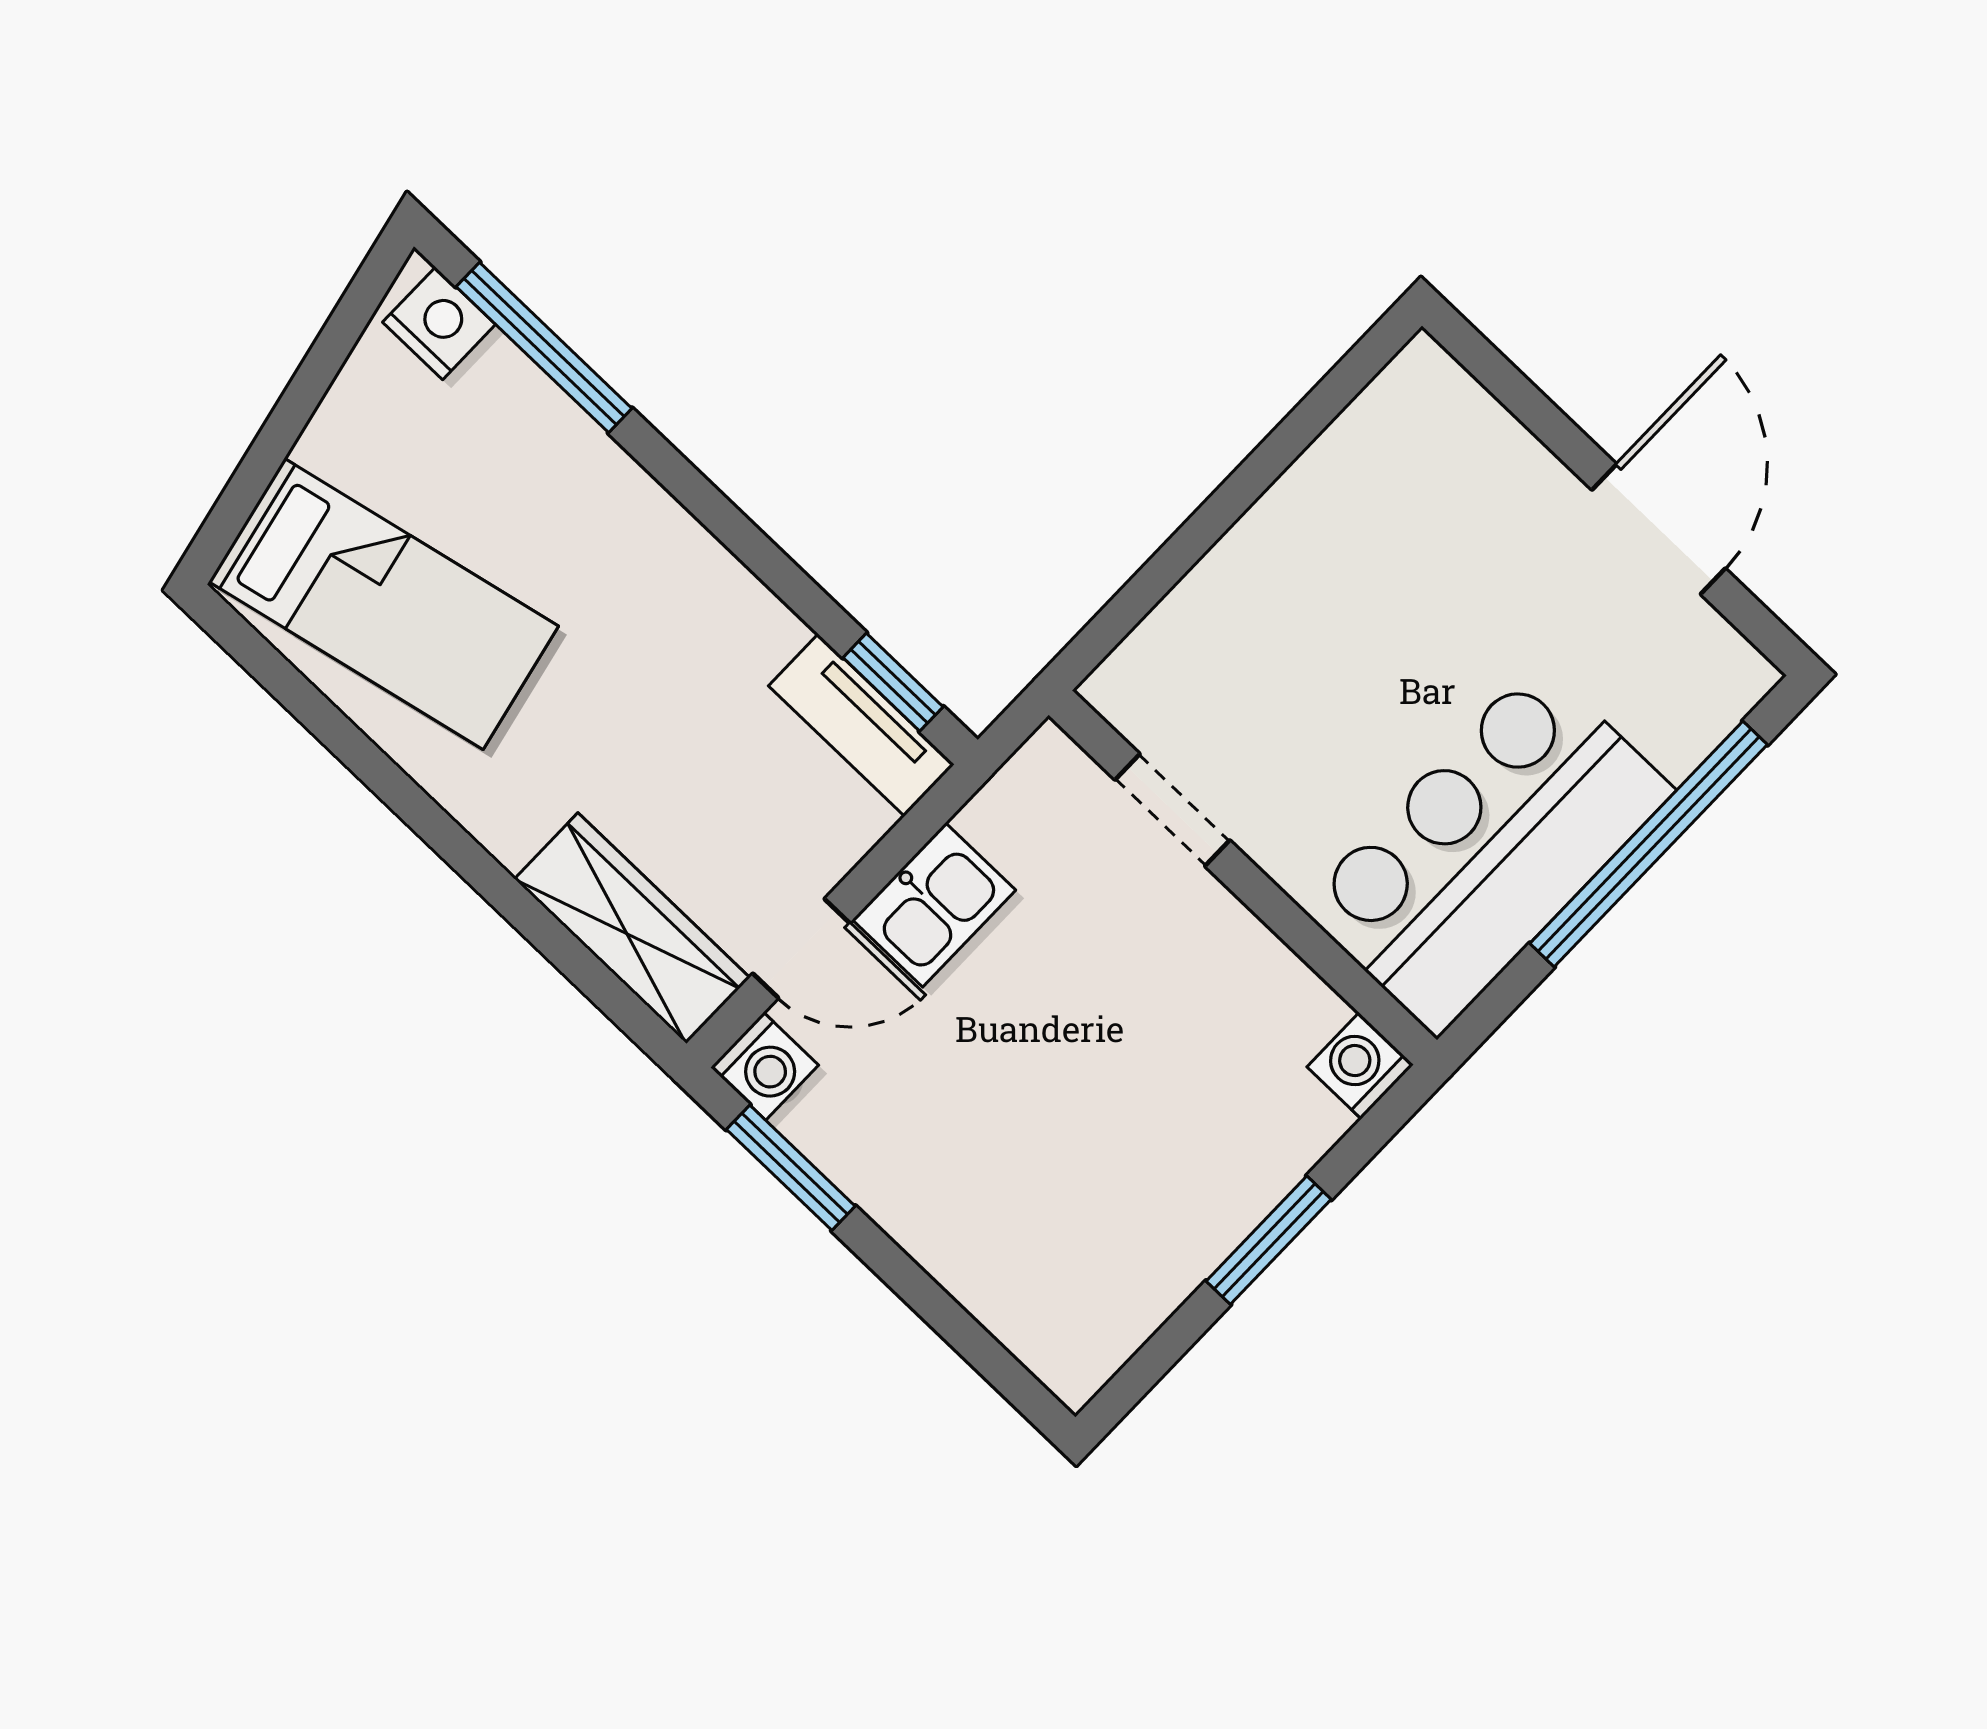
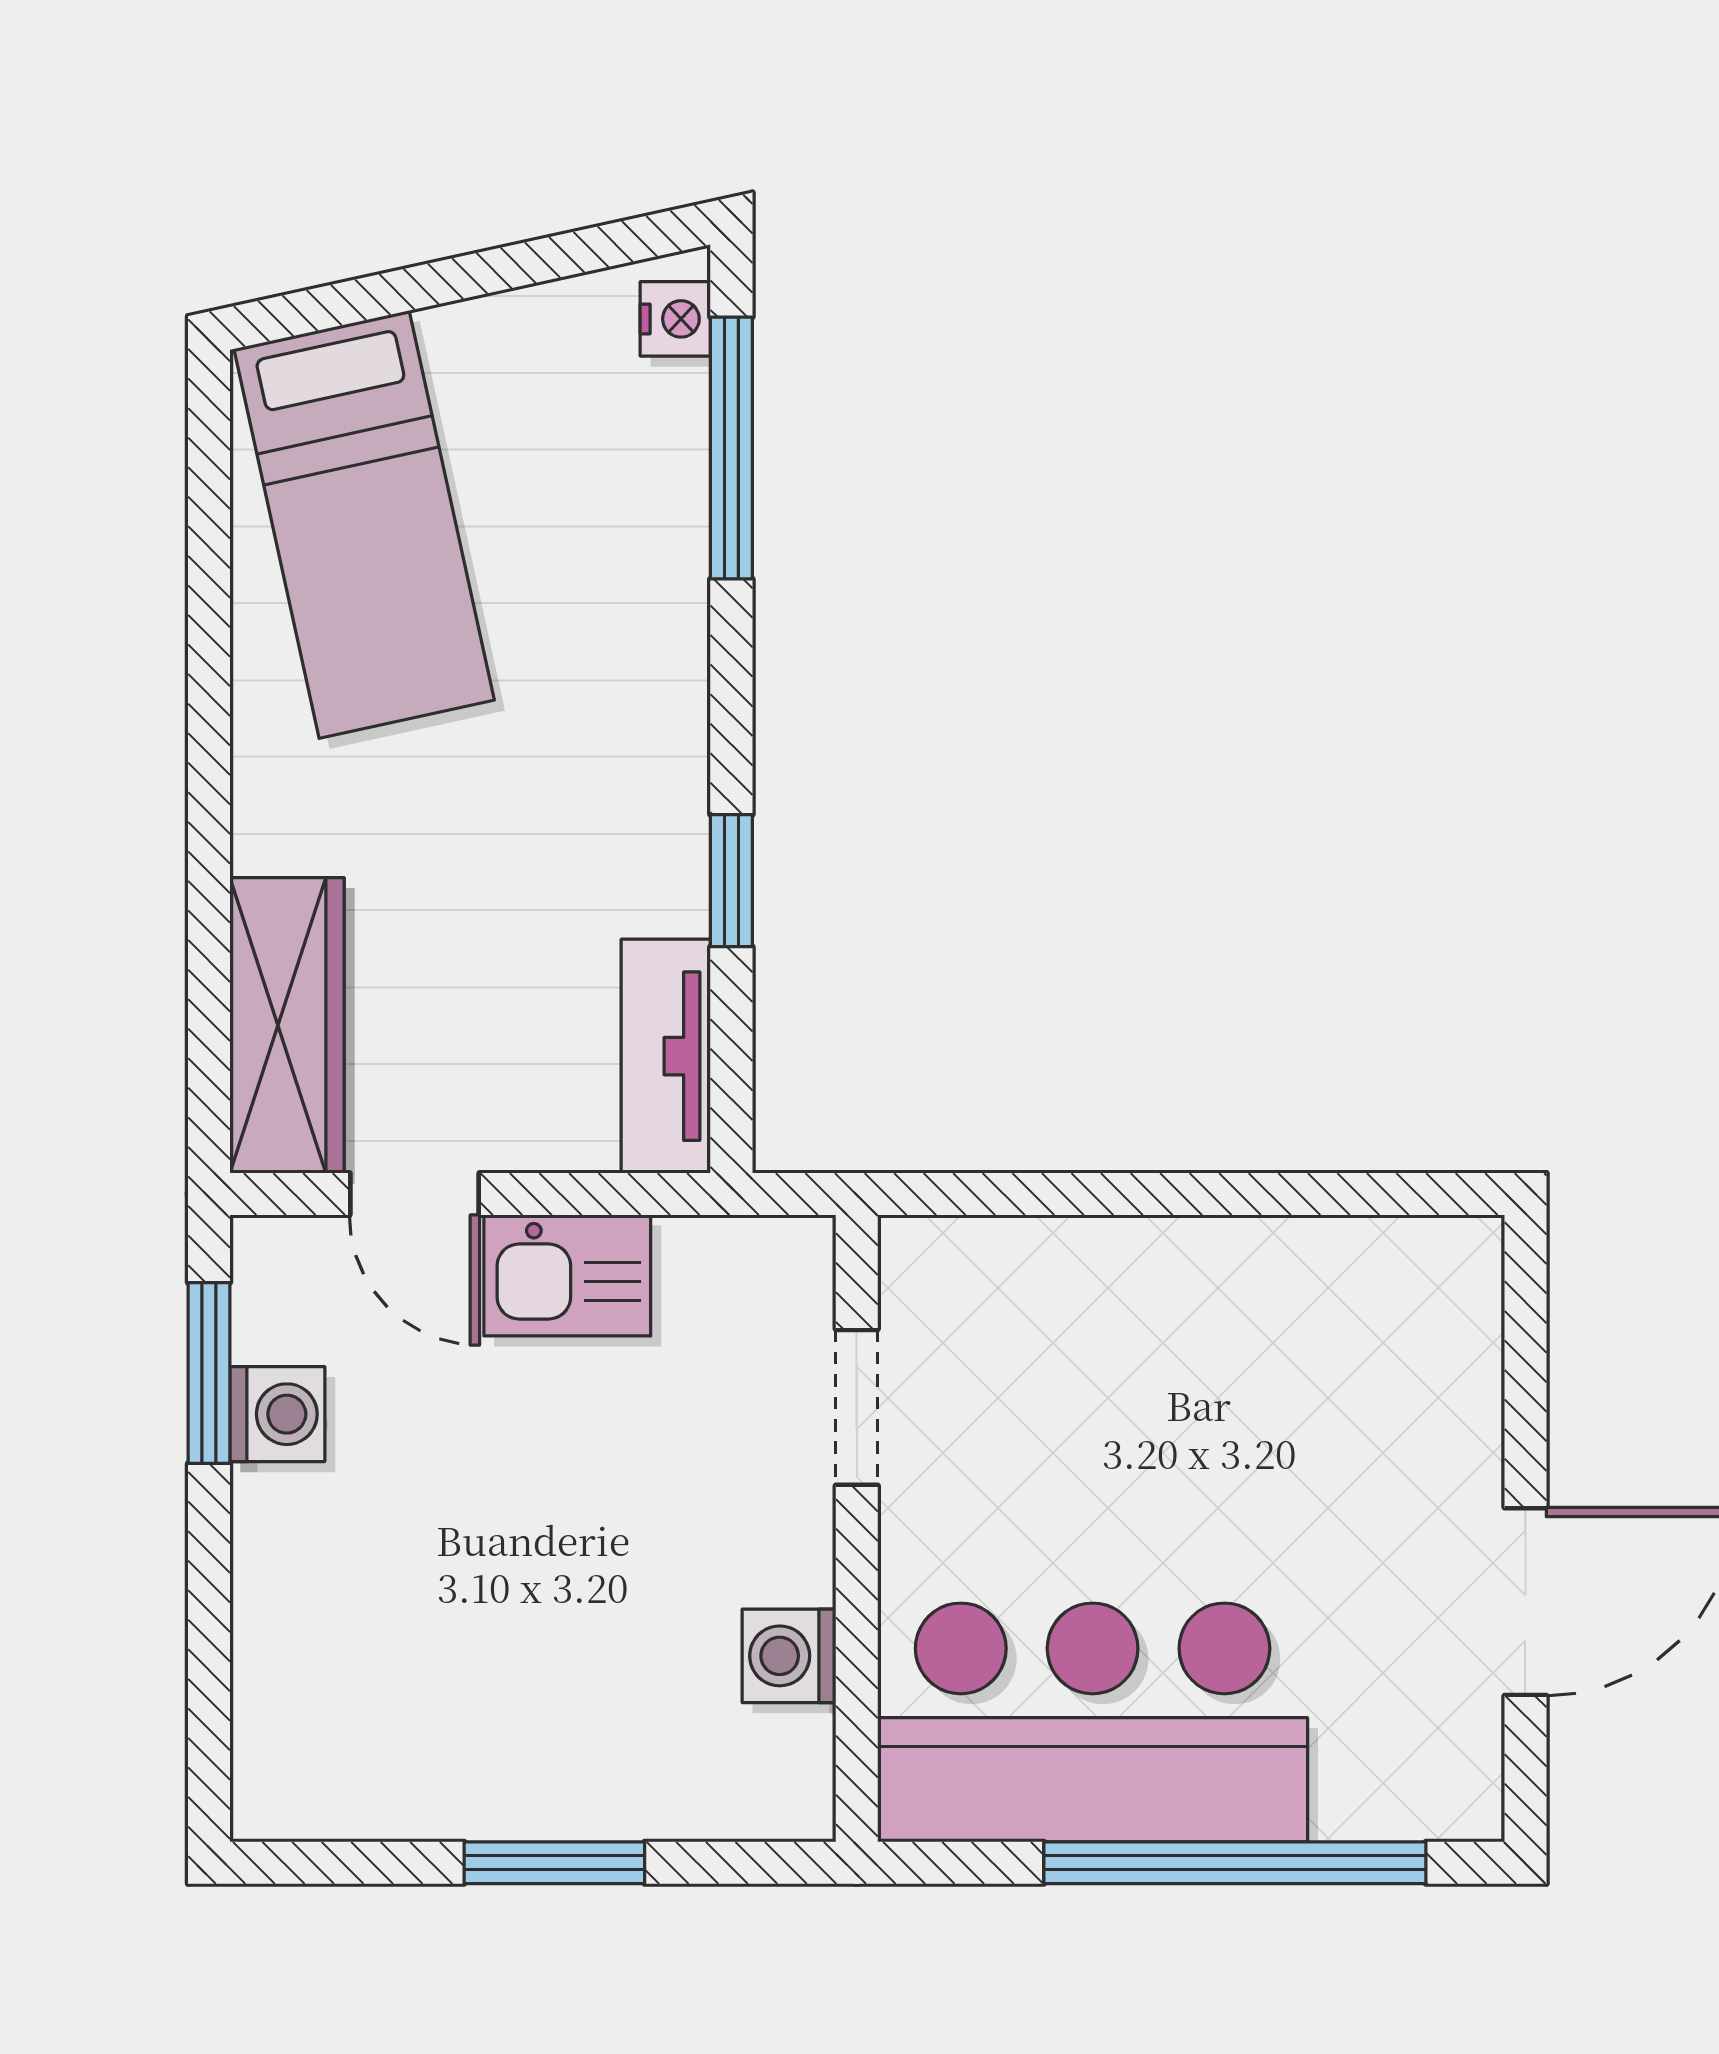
nightstand: (439, 323) -> (675, 319), width x0.72, depth x0.74
window: (893, 682) -> (731, 881), moved
washing machine: (765, 1066) -> (277, 1414), moved, turned -90
washing machine: (1360, 1066) -> (789, 1656), moved, turned -90

